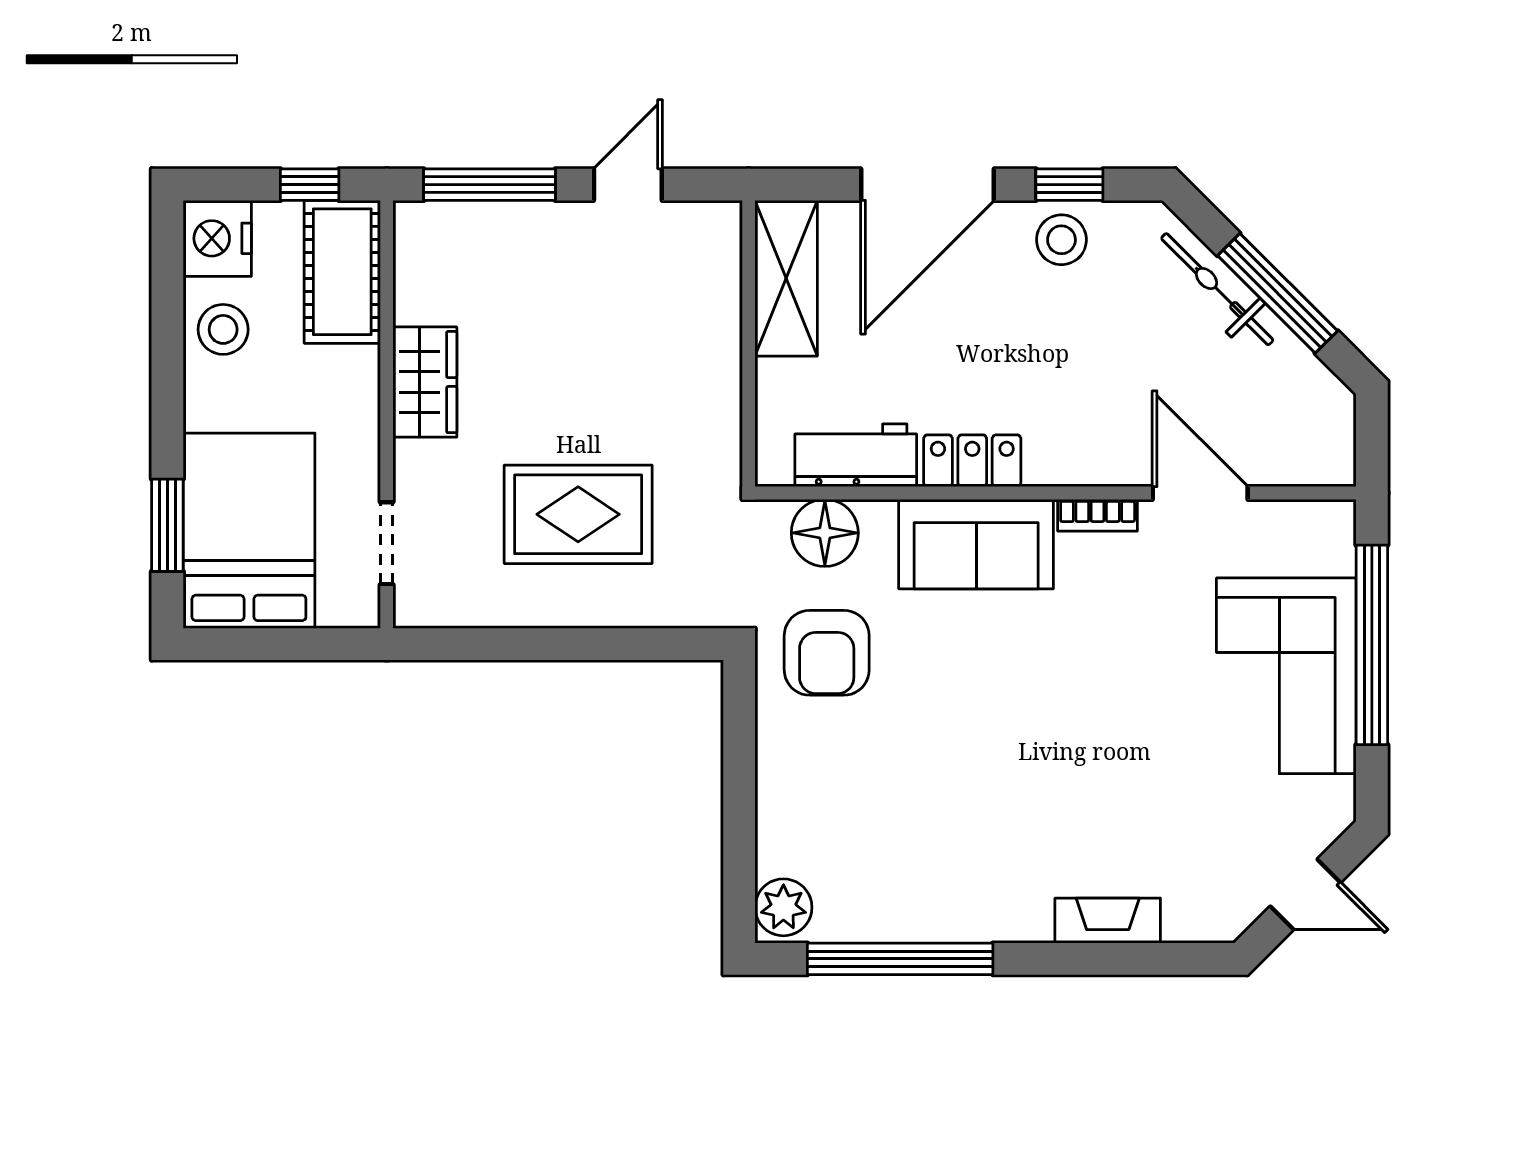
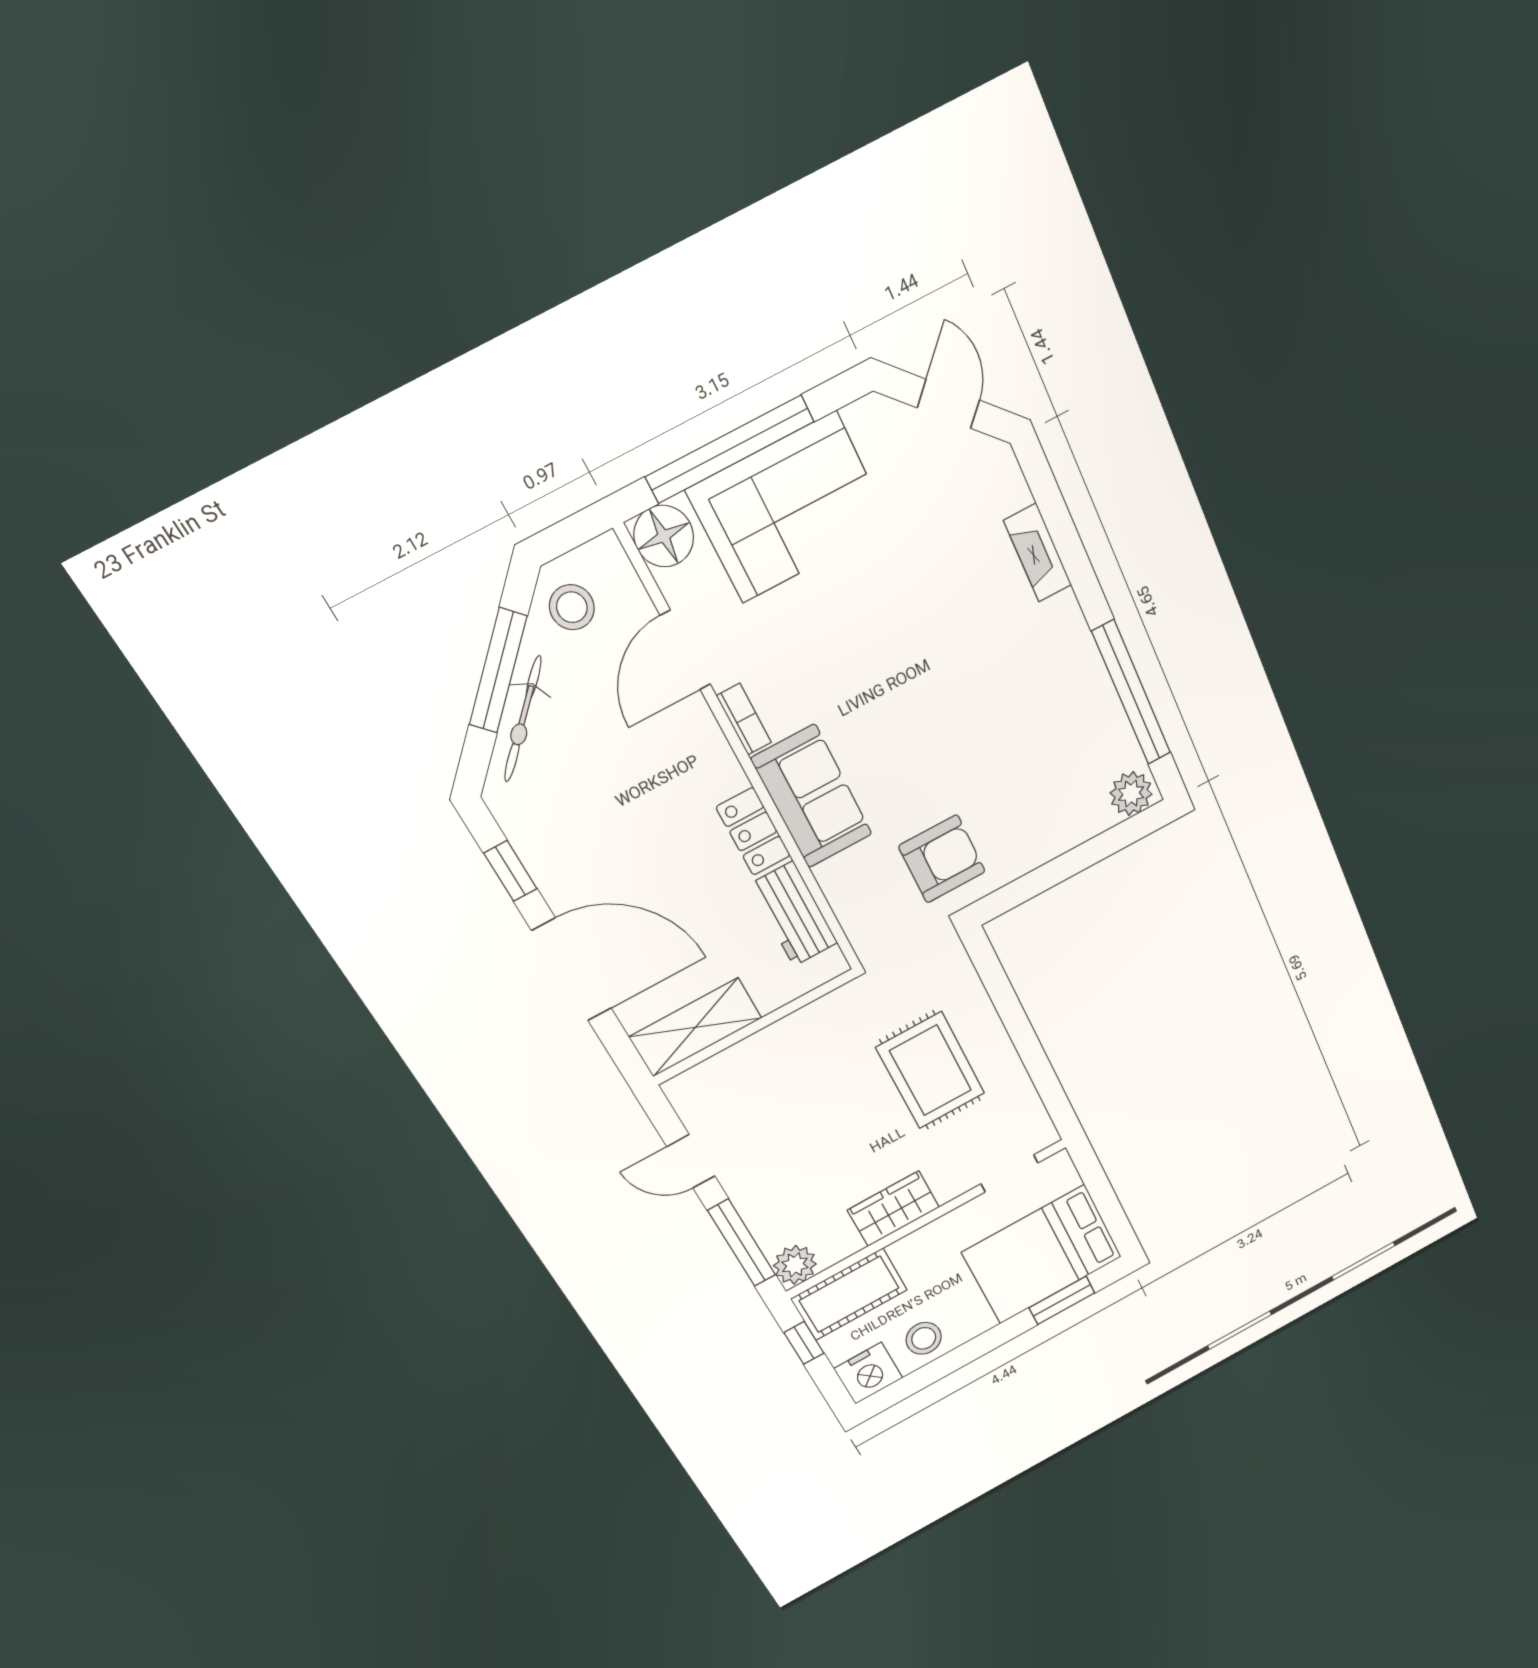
plant: (422, 230) -> (795, 1265), added
stool: (1061, 240) -> (572, 607), moved
floor lamp: (825, 533) -> (664, 536), moved

